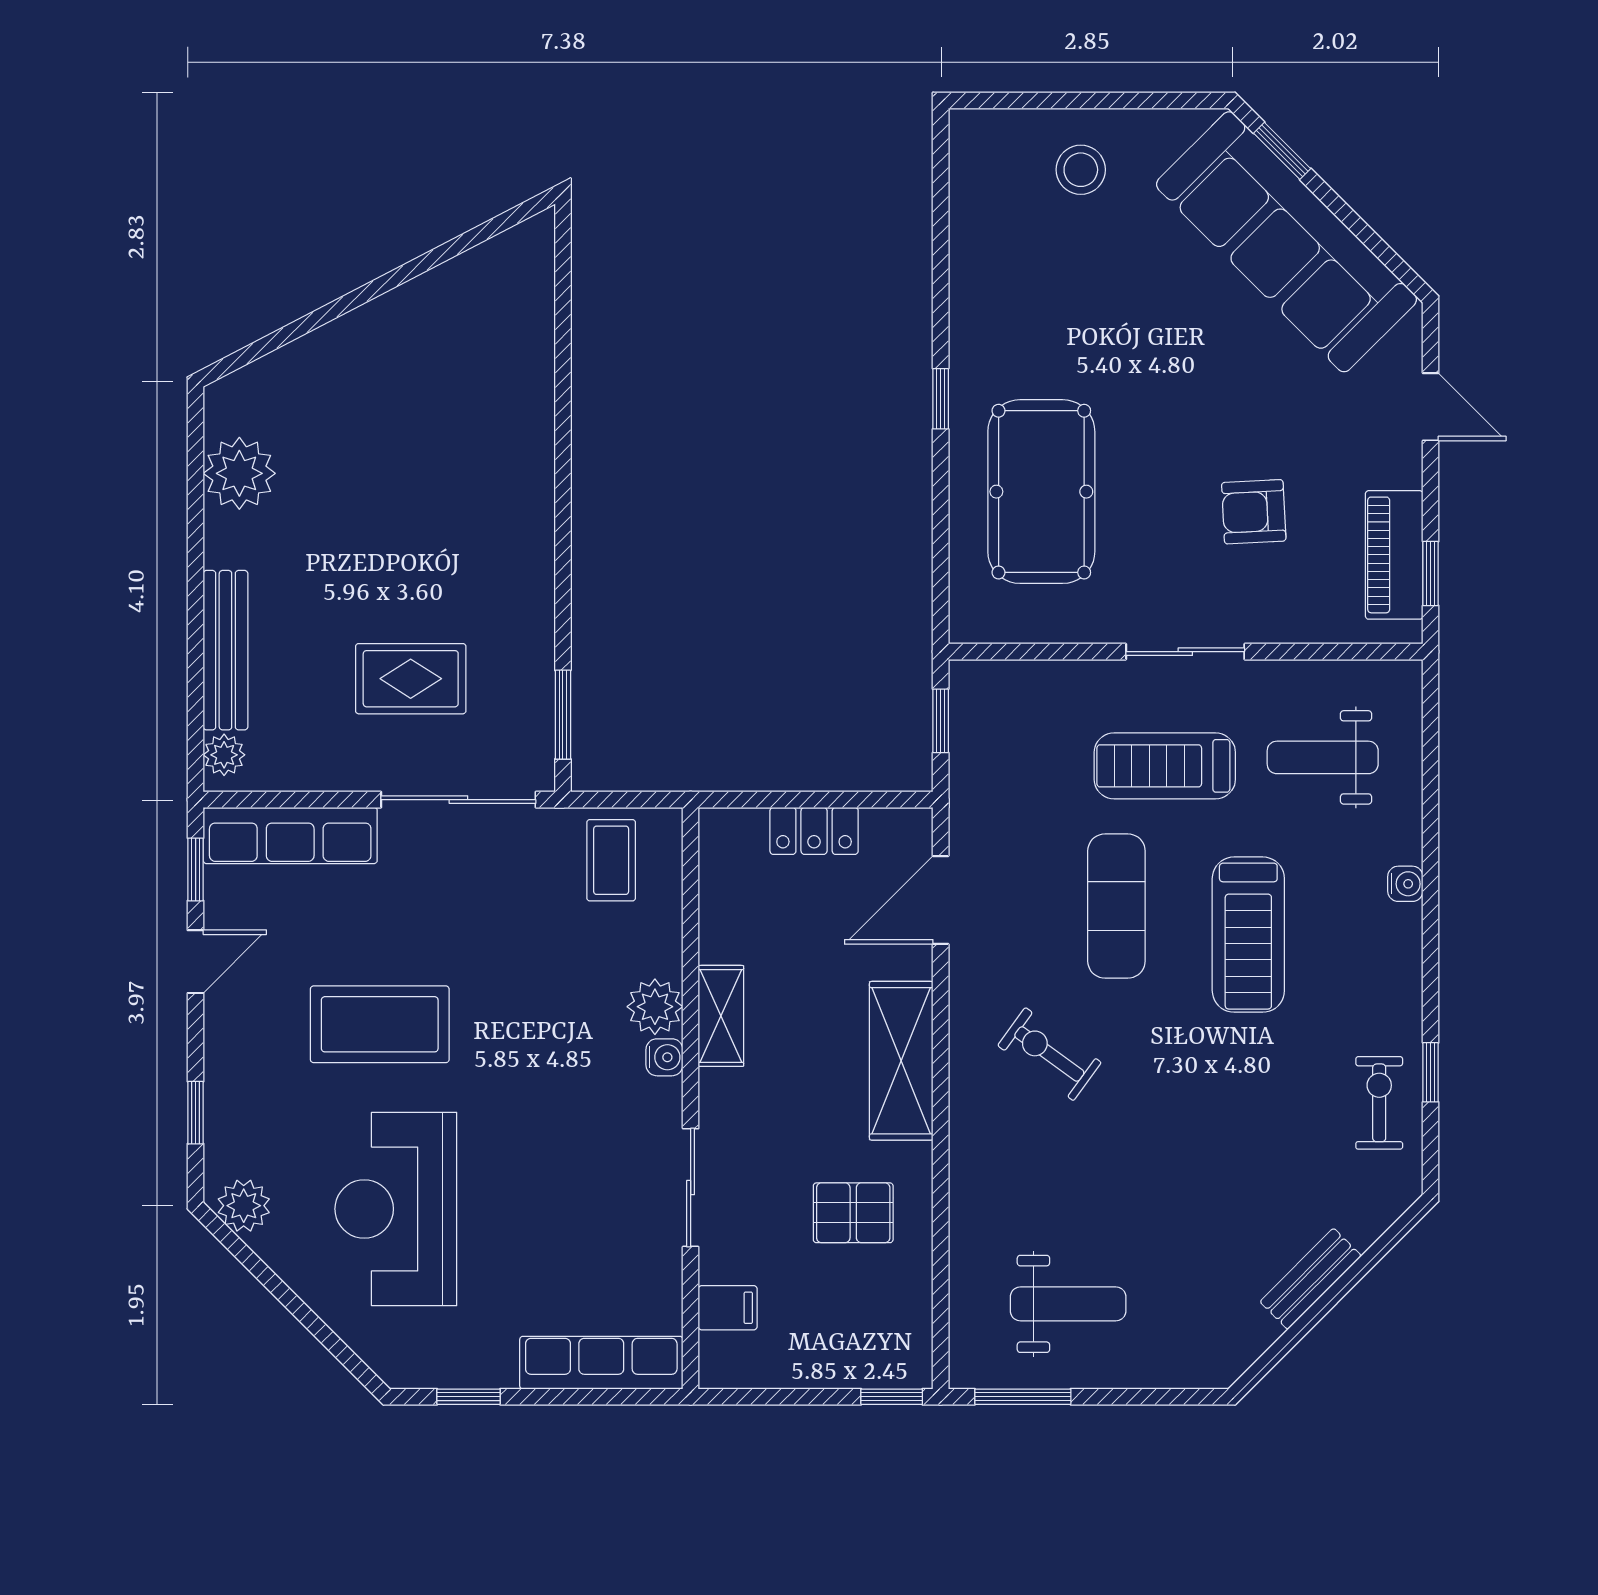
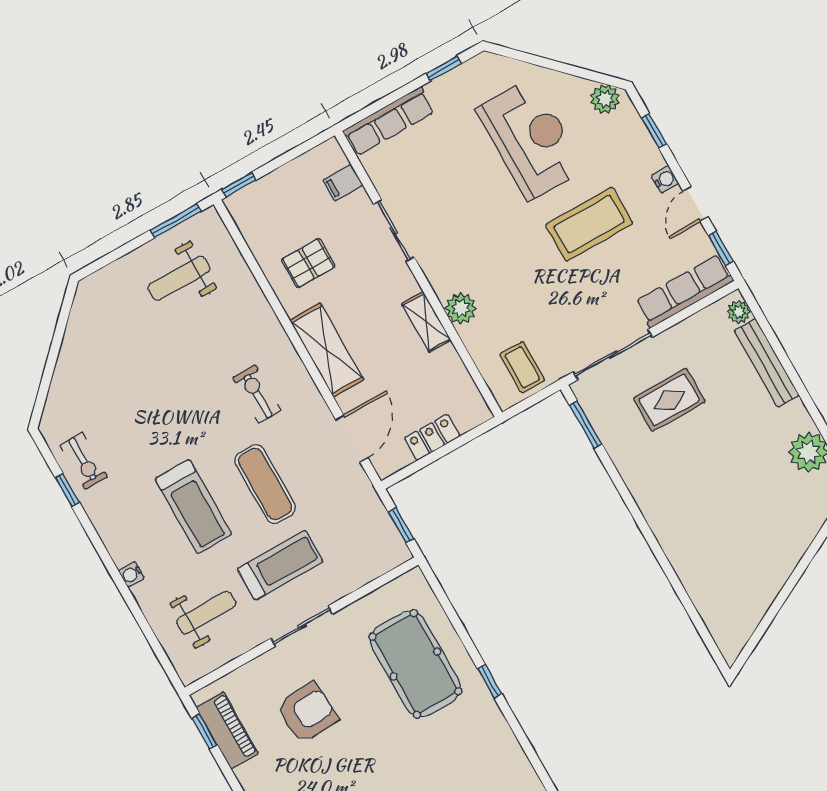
armchair: (1254, 512) -> (307, 713), width x1.38, depth x1.38
treadmill: (1248, 935) -> (193, 506), turned 180
exercise bike: (1049, 1054) -> (257, 394), turned -126
water cooler: (664, 1057) -> (665, 179), moved, turned 180
bench: (1311, 1279) -> (69, 357), removed

